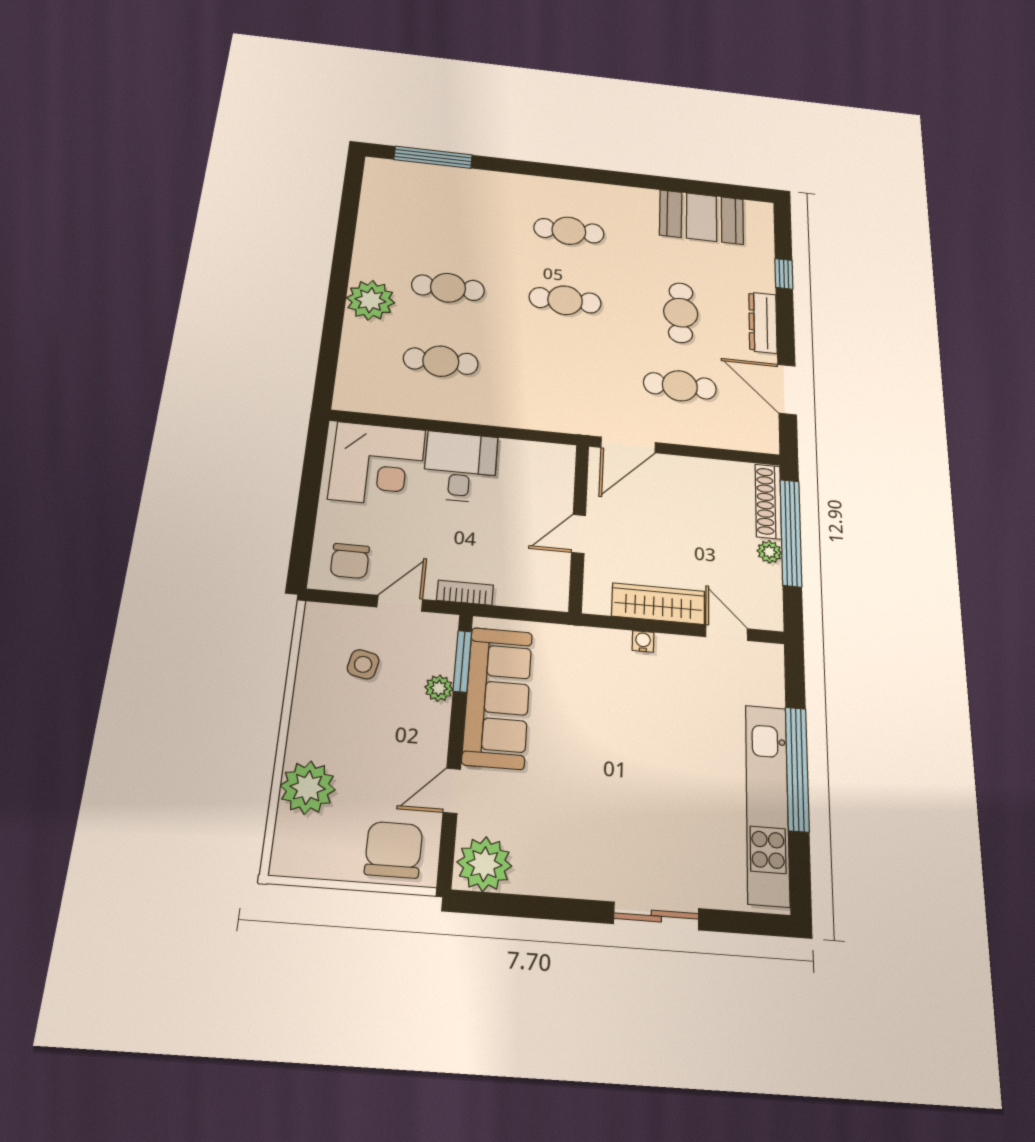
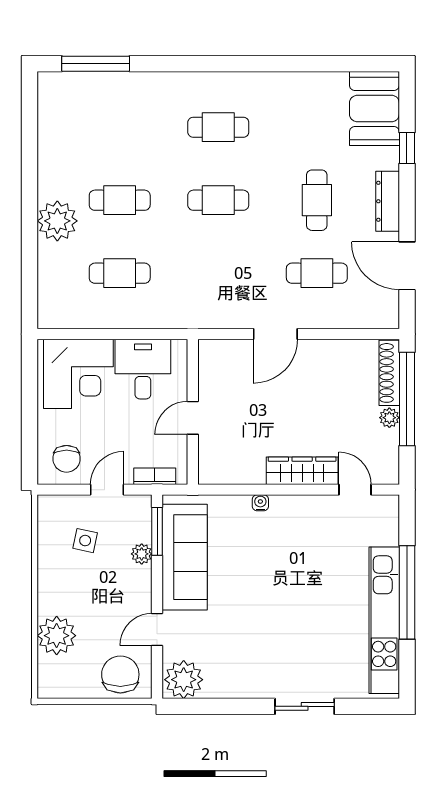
booth: (701, 217) -> (374, 109), moved, turned 90
wall: (579, 527) -> (193, 412), moved
door: (579, 534) -> (193, 418), moved
water cooler: (643, 641) -> (260, 503), moved

